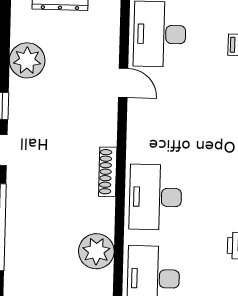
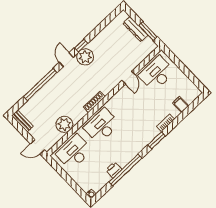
plant: (27, 60) -> (85, 57), moved

